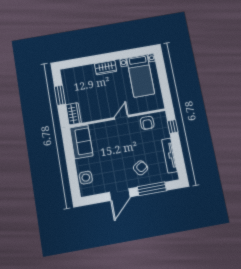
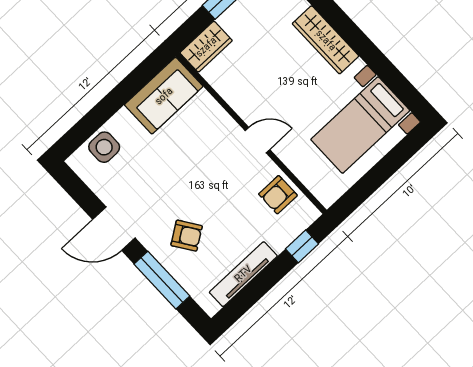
wardrobe: (106, 68) -> (326, 40), width x1.50

